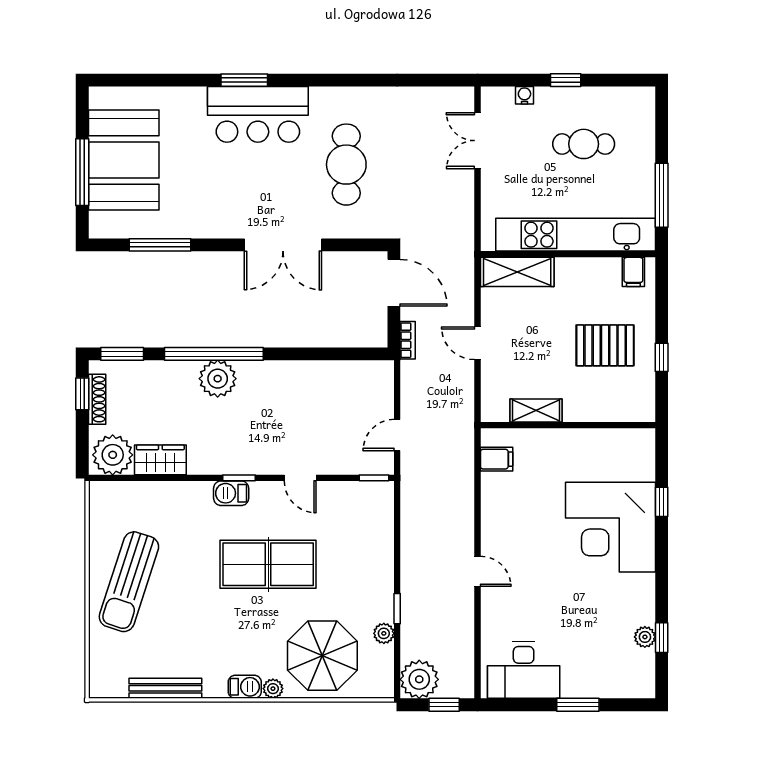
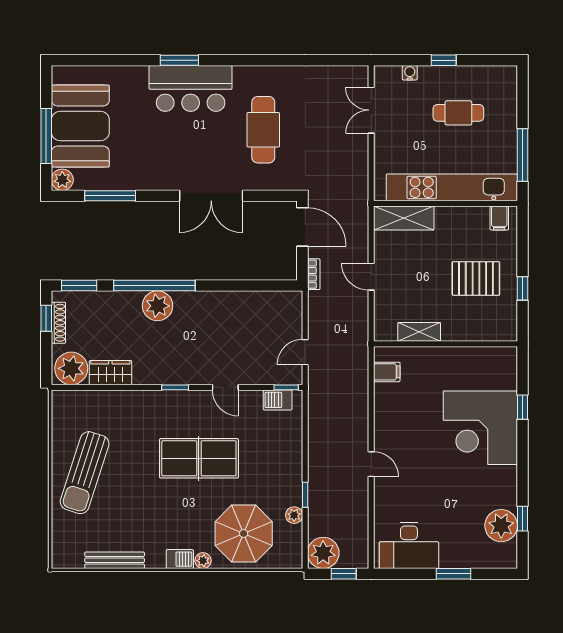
plant: (102, 225) -> (62, 180), added
barbecue: (231, 493) -> (278, 400), moved
plant: (645, 637) -> (501, 526), width x1.88, depth x1.88

